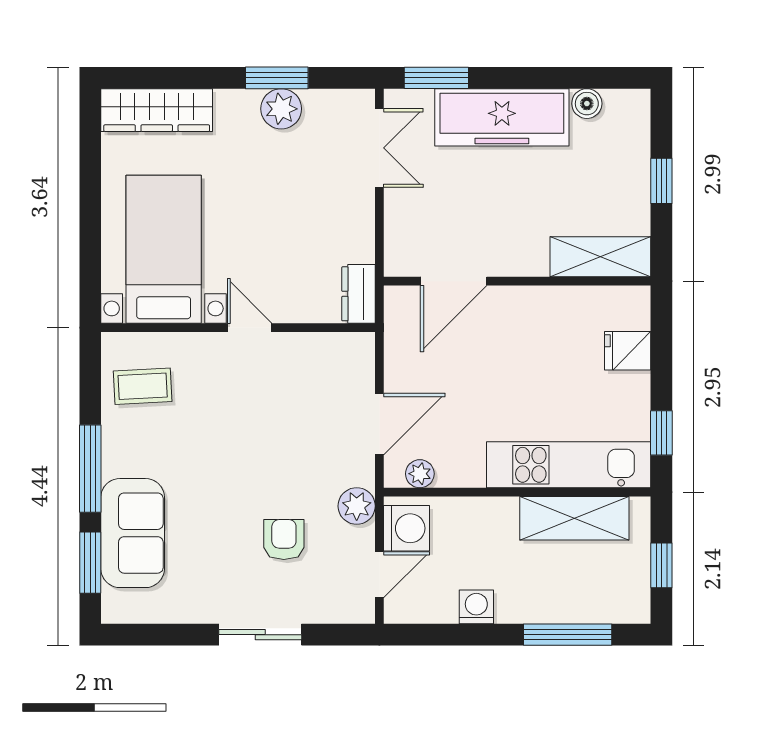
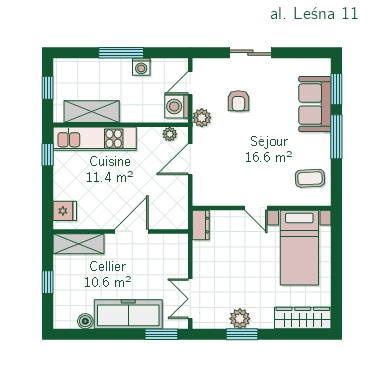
door: (454, 281) -> (131, 231), moved
fridge: (628, 351) -> (65, 211), moved
window: (568, 635) -> (121, 53), moved

